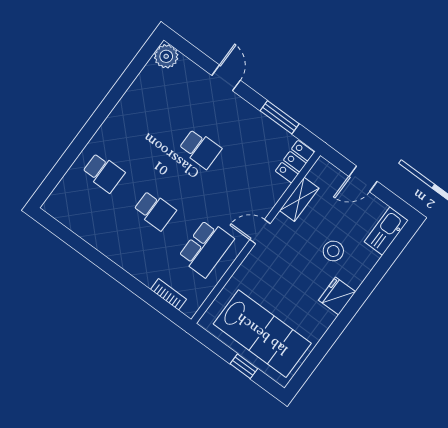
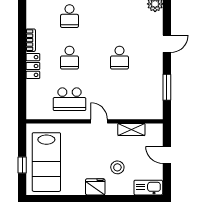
locker: (295, 162) -> (33, 66), moved, turned 90
bookcase: (169, 294) -> (31, 40), moved

